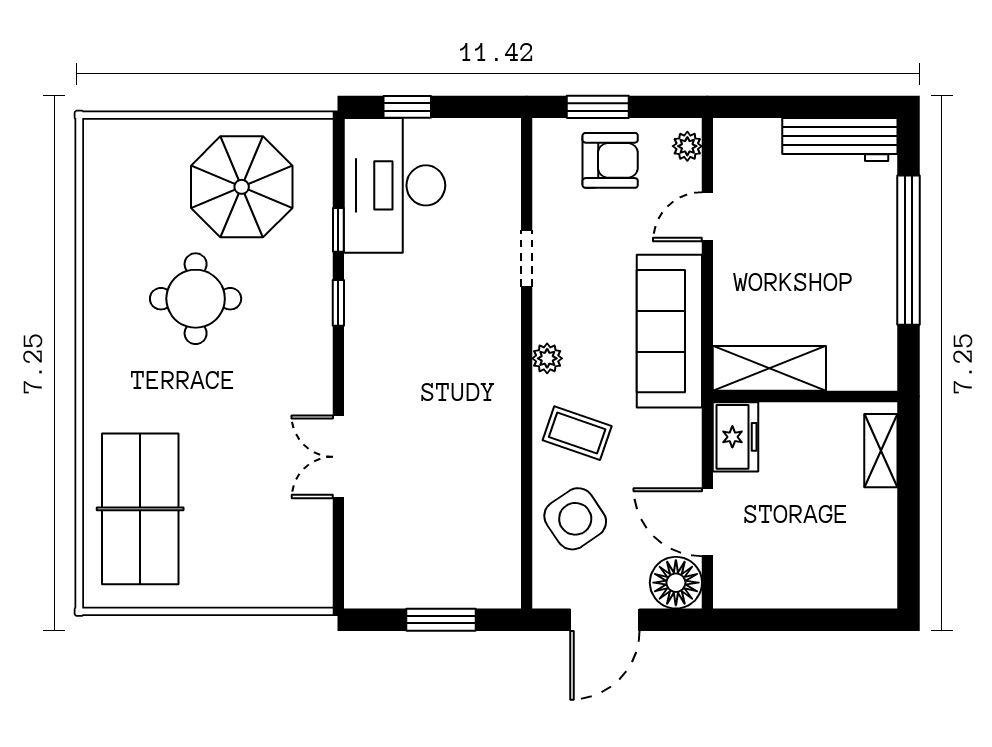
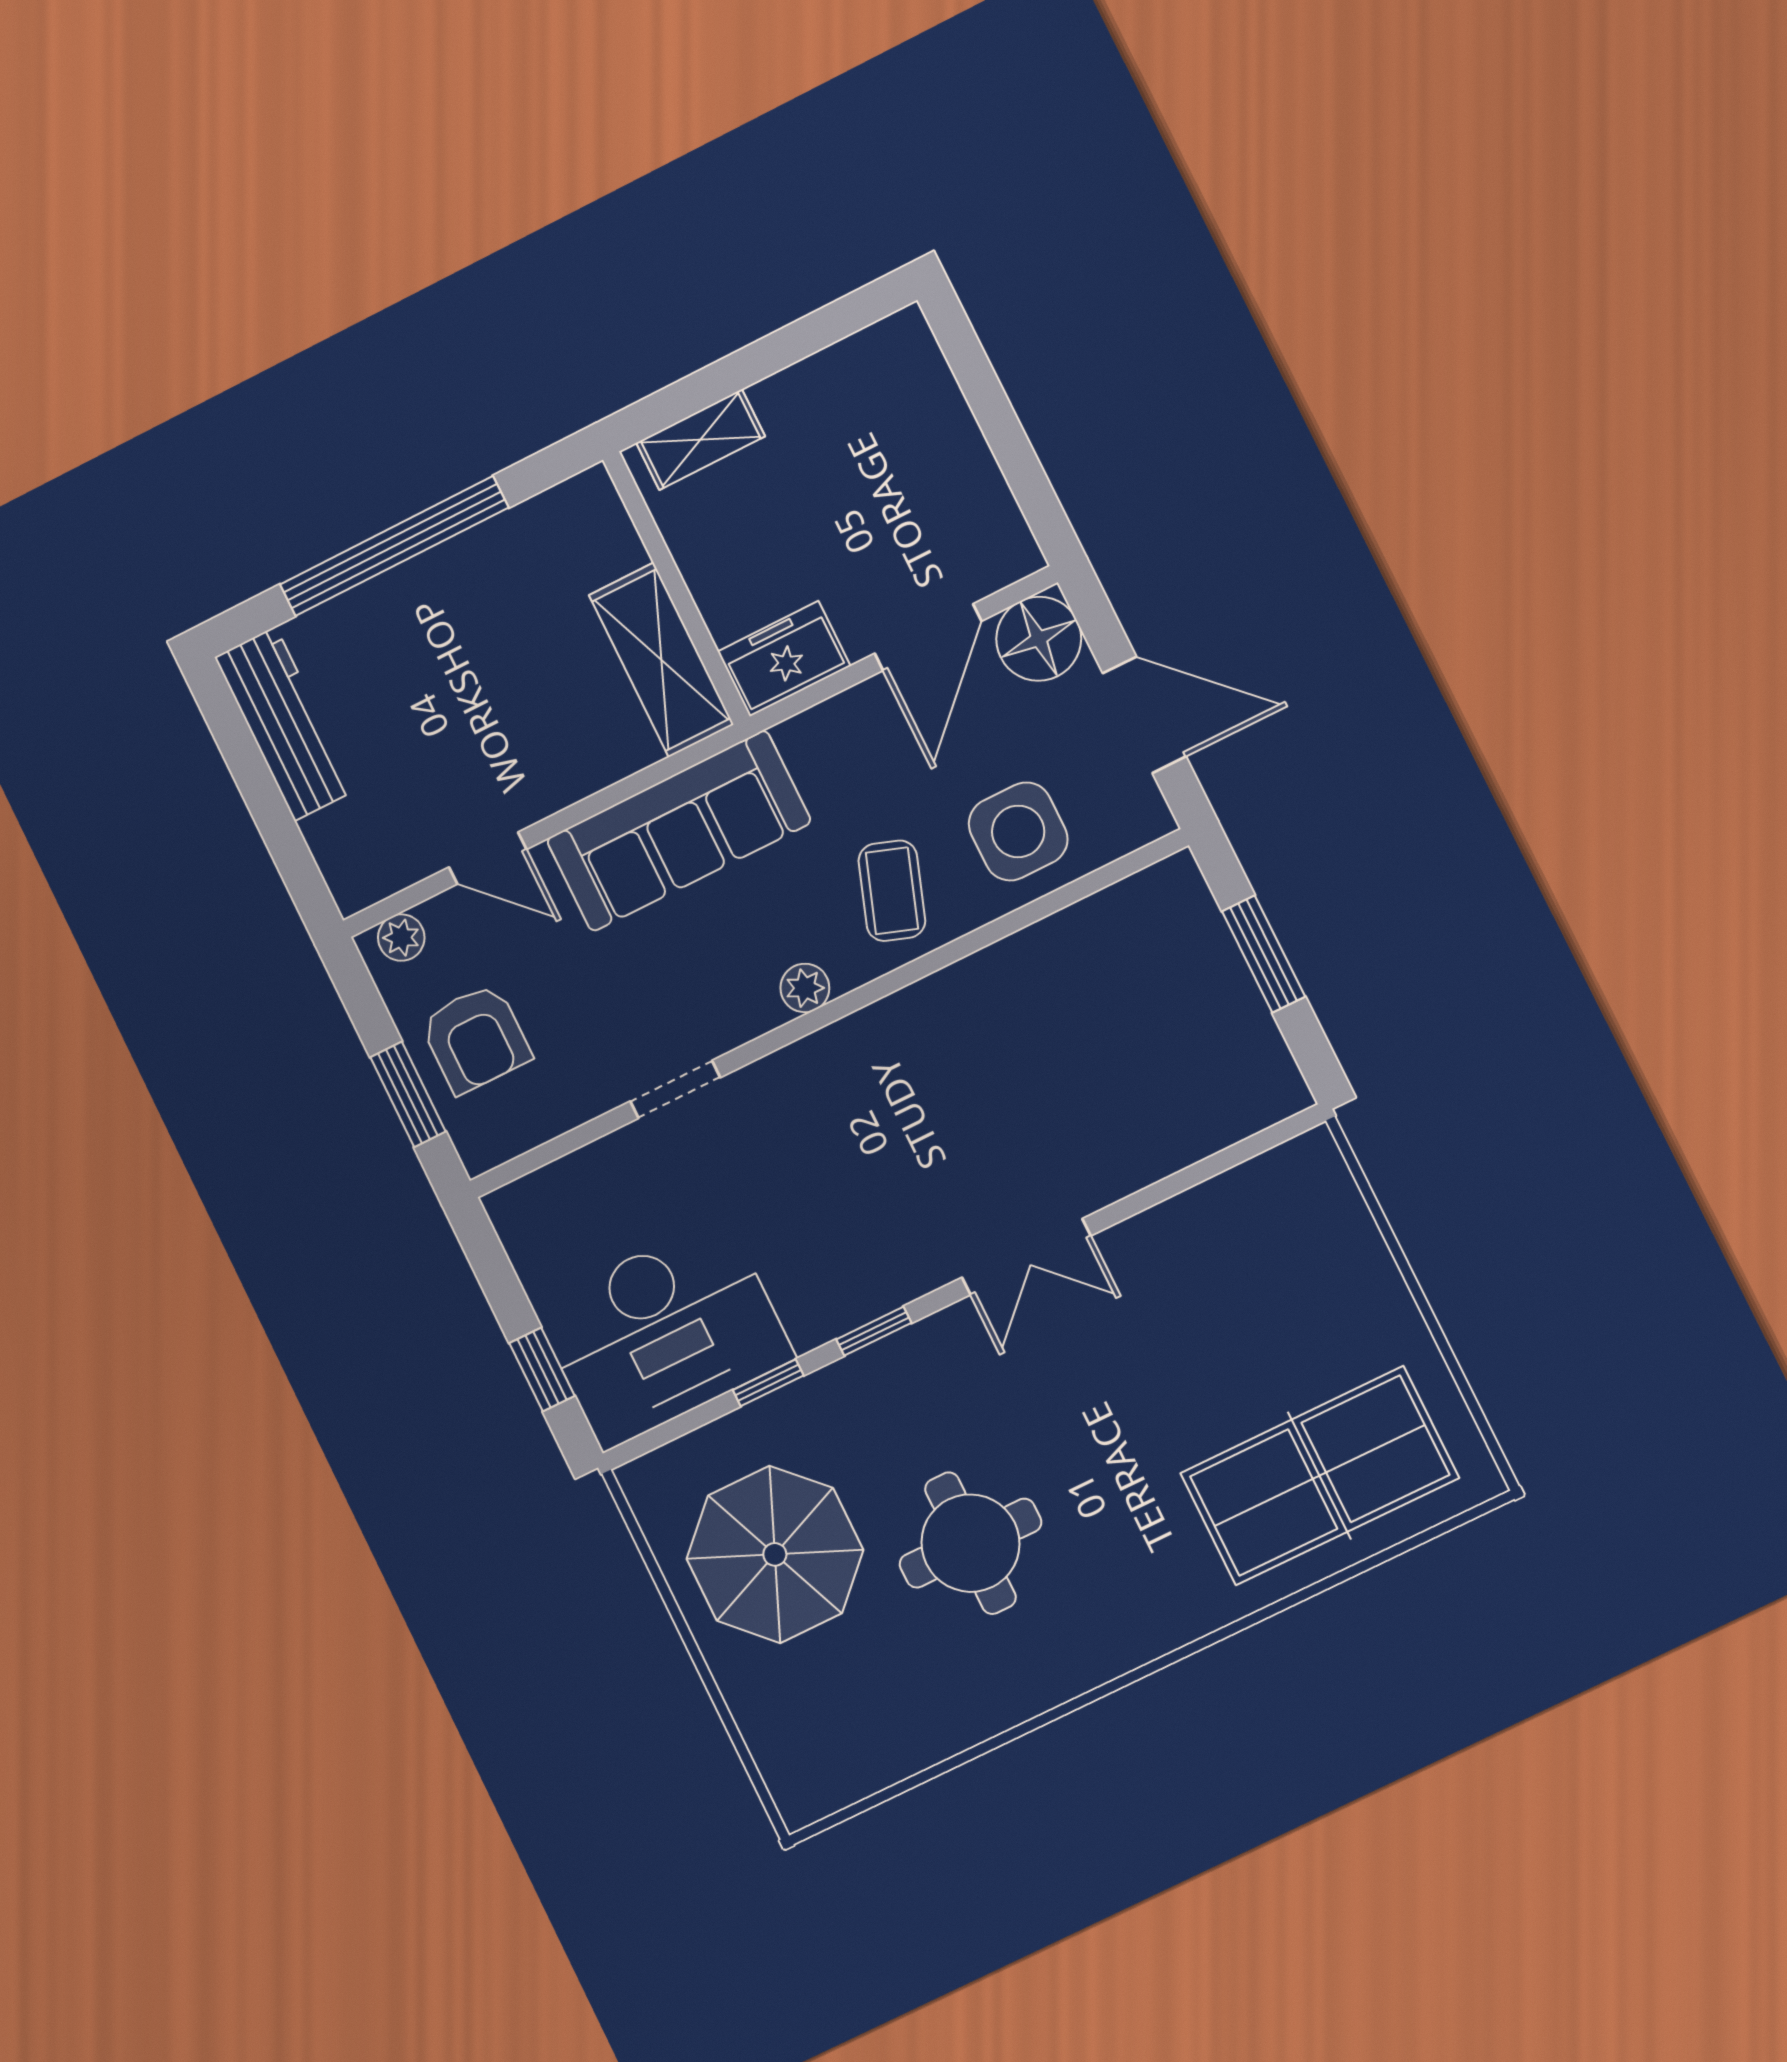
armchair: (610, 160) -> (476, 1038), turned 180
double door: (338, 457) -> (1026, 1257), moved
side table: (575, 519) -> (1018, 831), turned 34

